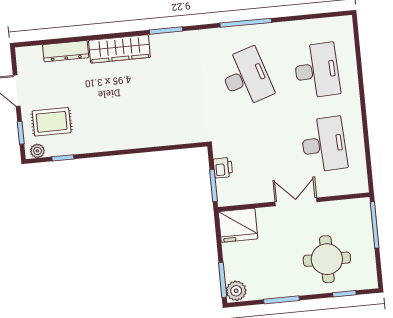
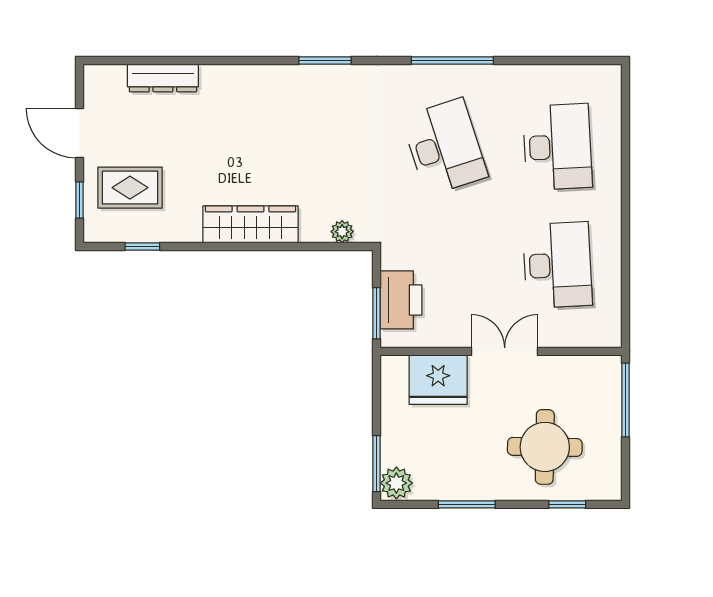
wardrobe: (119, 49) -> (250, 224), moved, turned 180
plant: (37, 151) -> (342, 232), moved
printer: (223, 168) -> (401, 300), width x1.87, depth x1.48
fridge: (238, 225) -> (438, 380), moved

